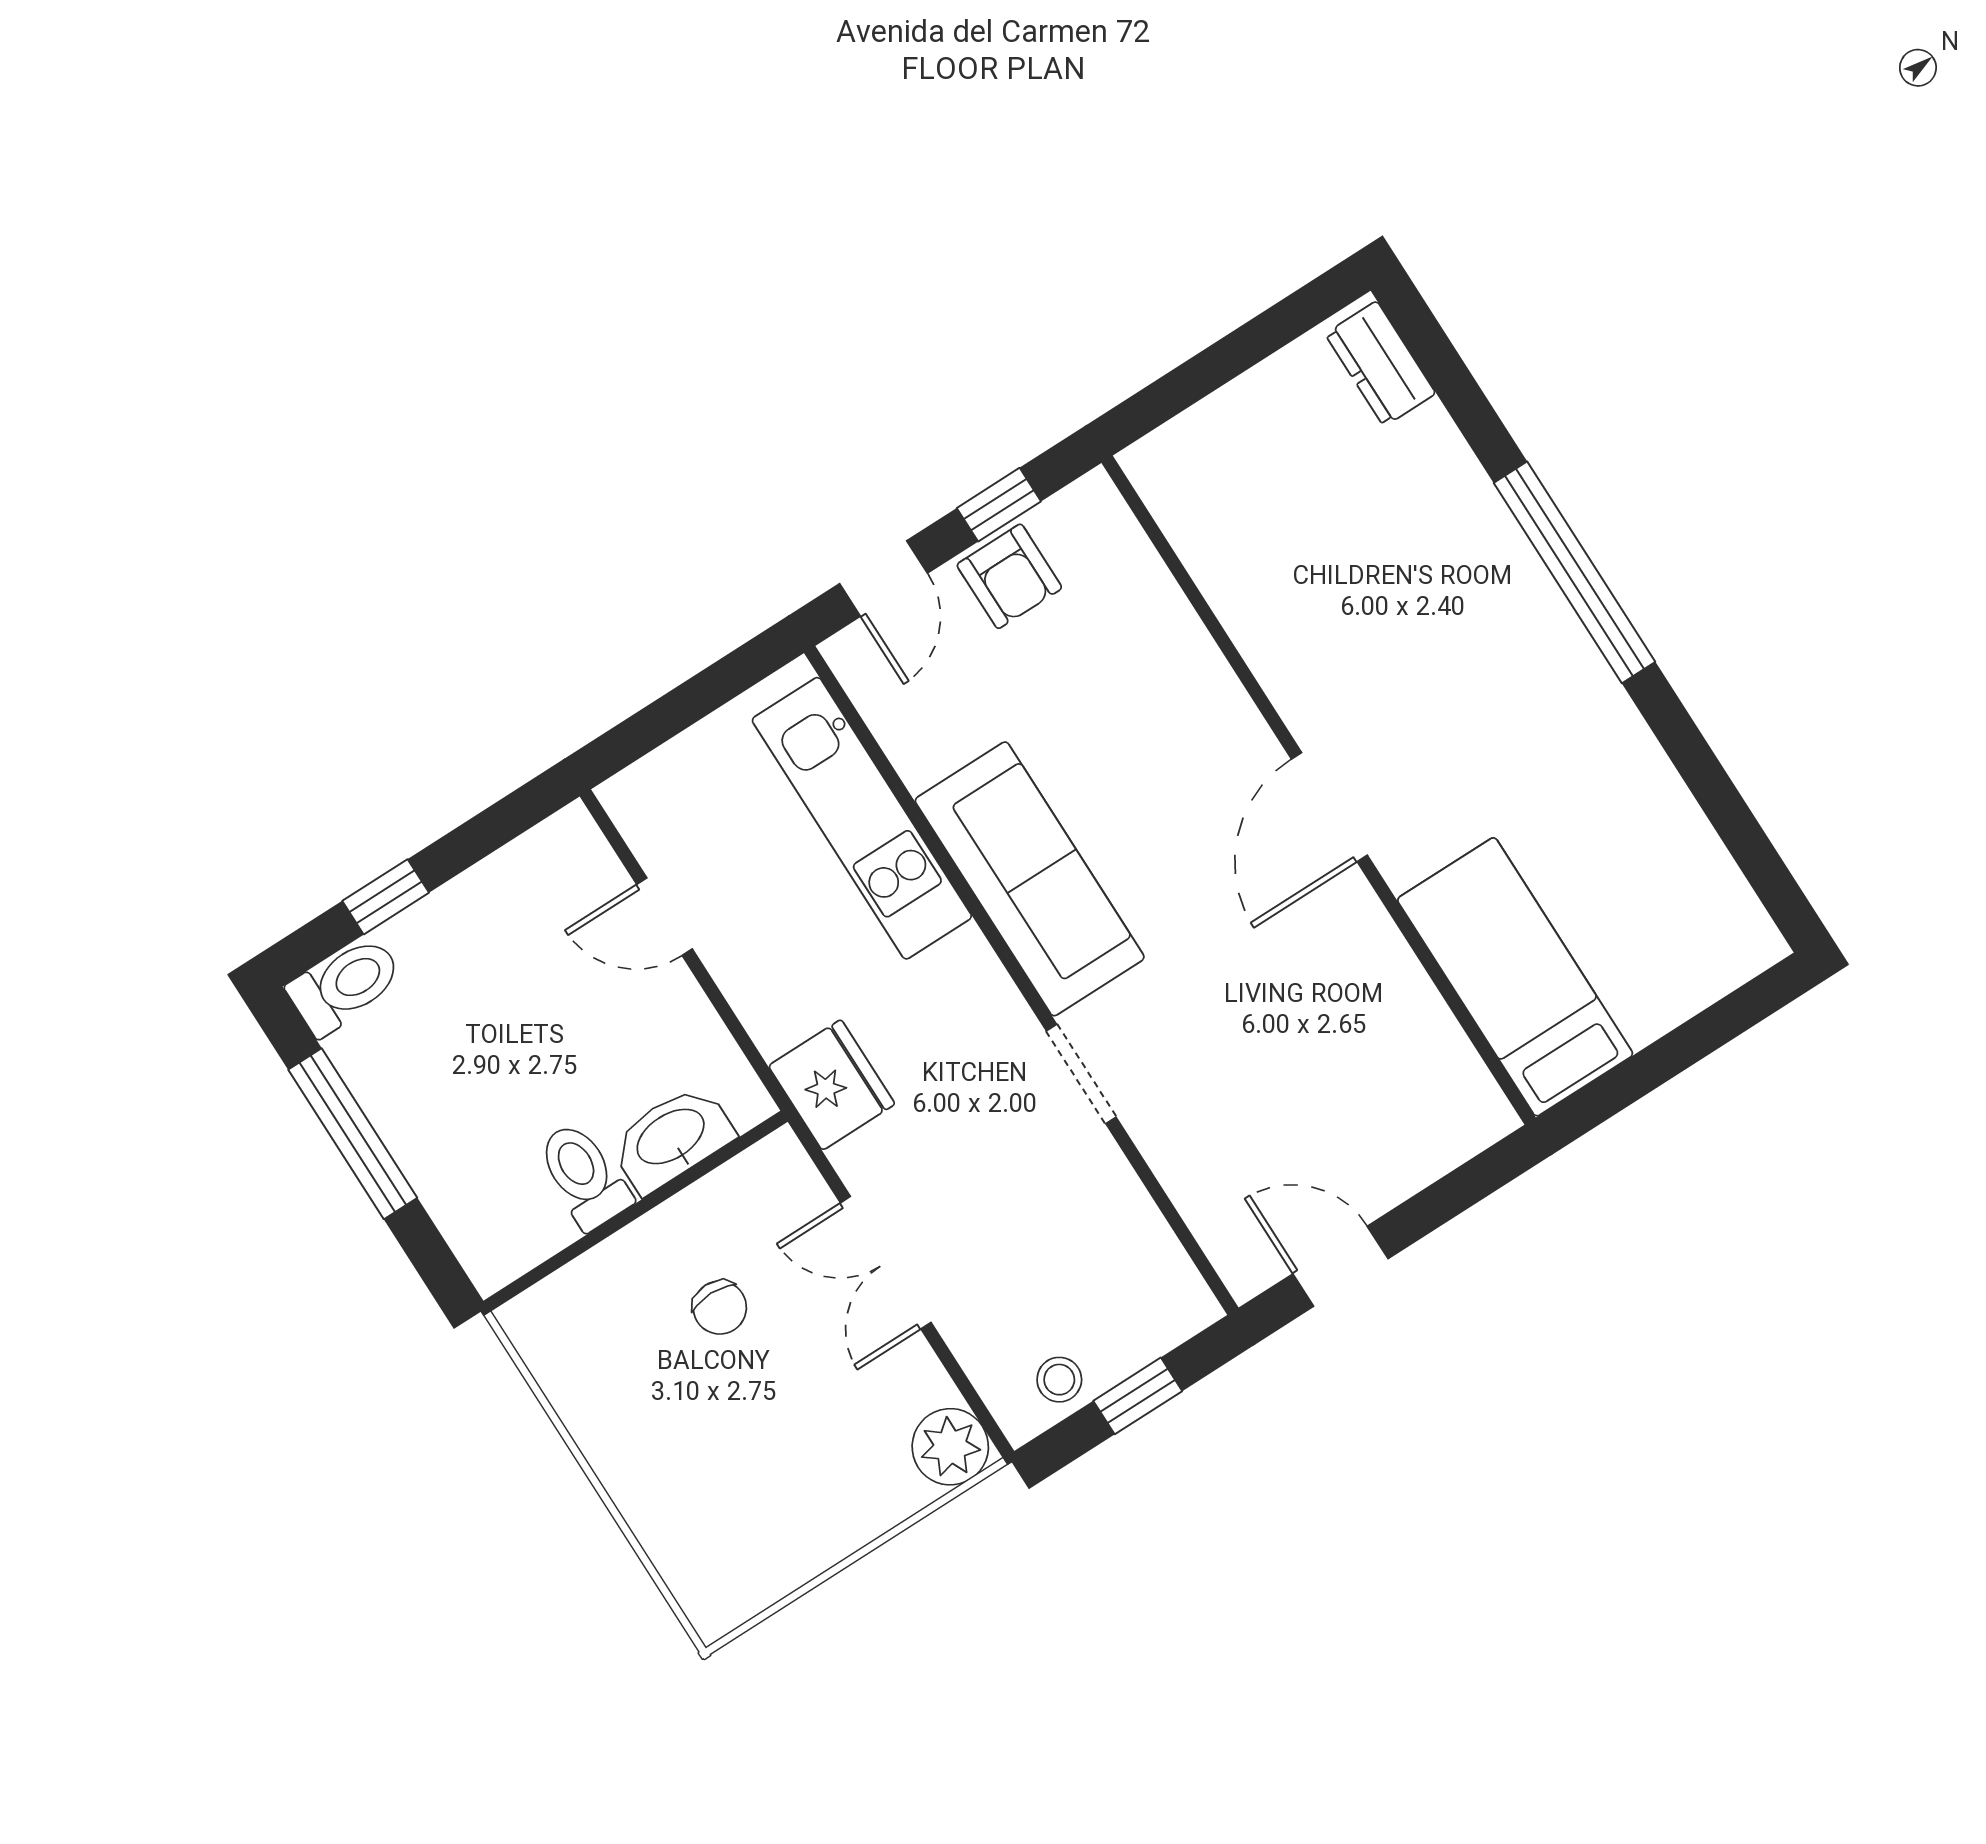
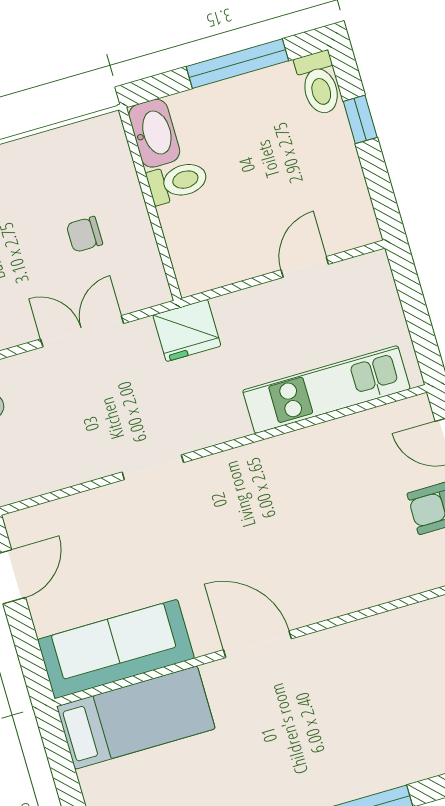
sofa: (1030, 879) -> (116, 649), moved, turned 180
washbasin: (672, 1138) -> (154, 133), moved

